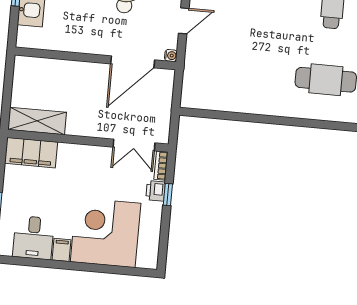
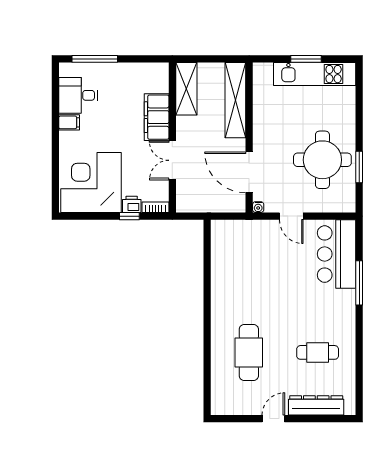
shelving: (54, 70) -> (235, 100), added
double door: (134, 145) -> (172, 160), moved
filing cabinet: (31, 153) -> (157, 117), moved
corner desk: (106, 232) -> (91, 182), moved, turned -90

